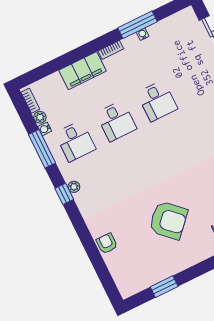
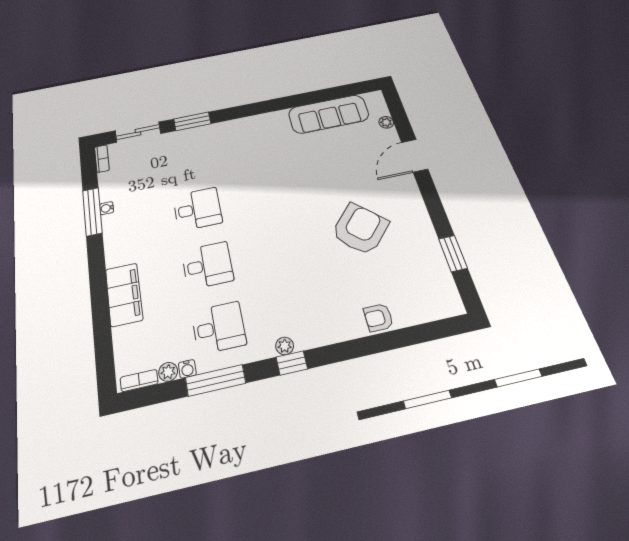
bookcase: (111, 50) -> (102, 159), moved

